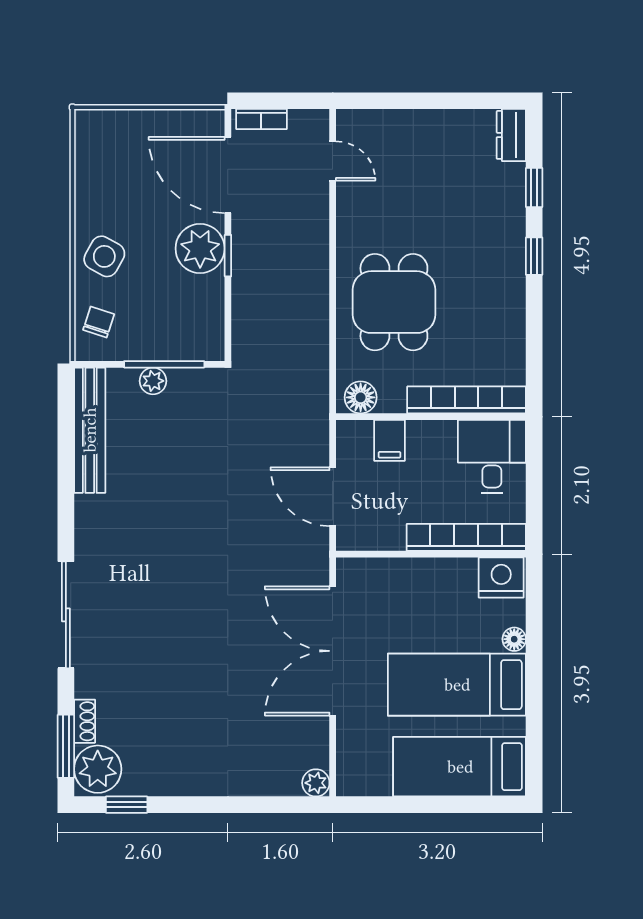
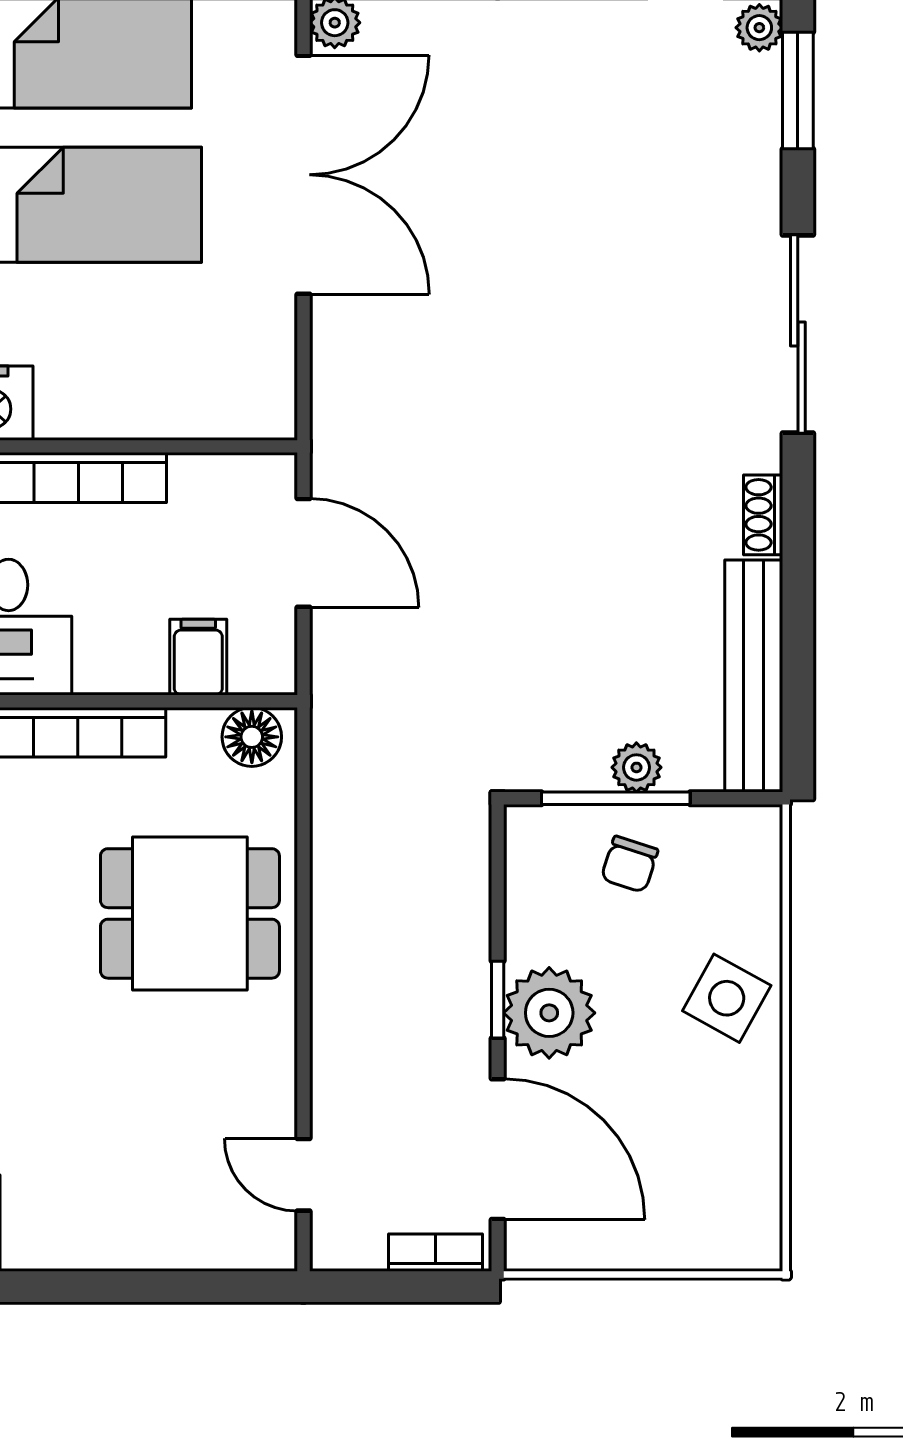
dining table: (394, 302) -> (190, 913), turned 90
chair: (99, 322) -> (630, 864), moved
double door: (333, 651) -> (303, 175), moved
shoe rack: (85, 721) -> (763, 515), moved
plant: (98, 769) -> (759, 28), width x0.53, depth x0.53

